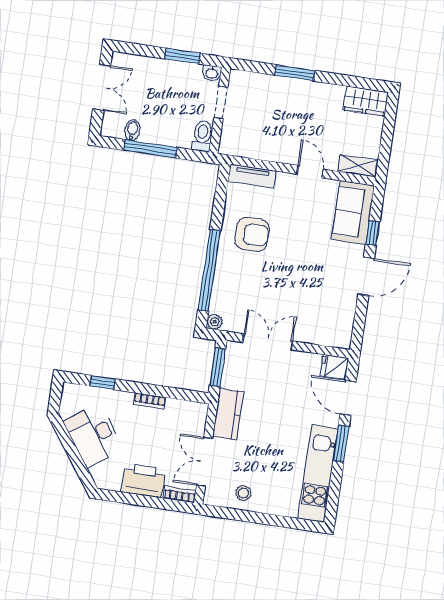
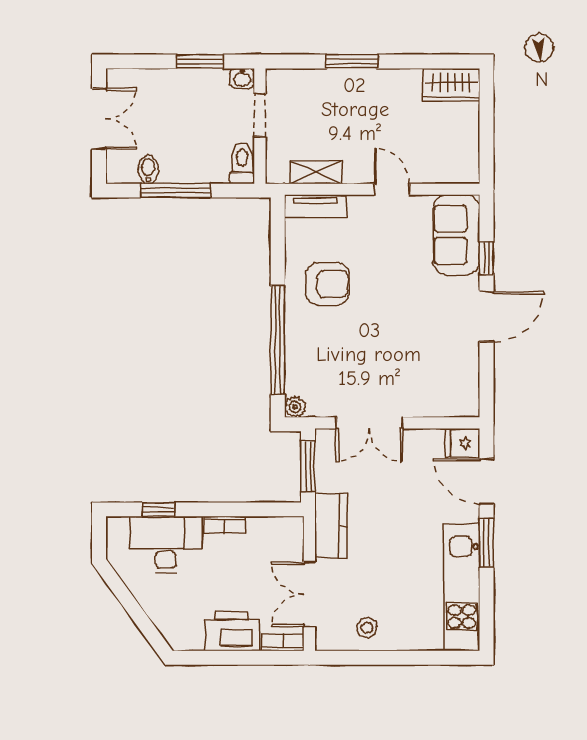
shelving: (358, 166) -> (316, 172), moved
double door: (268, 342) -> (369, 423), swing flipped
desk: (93, 436) -> (166, 544), moved, turned 126

